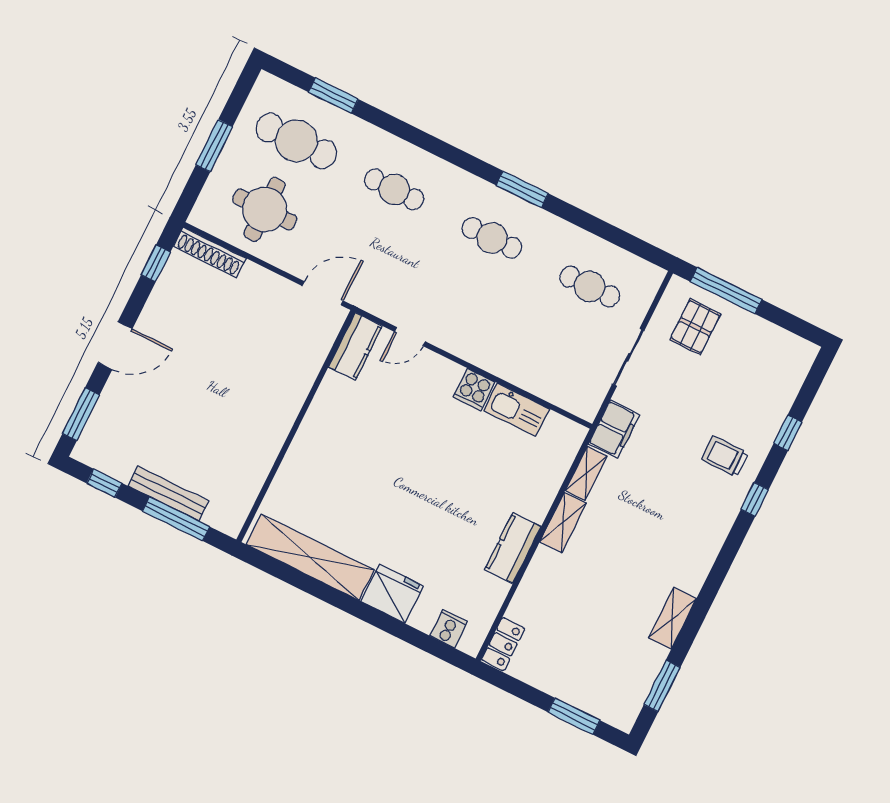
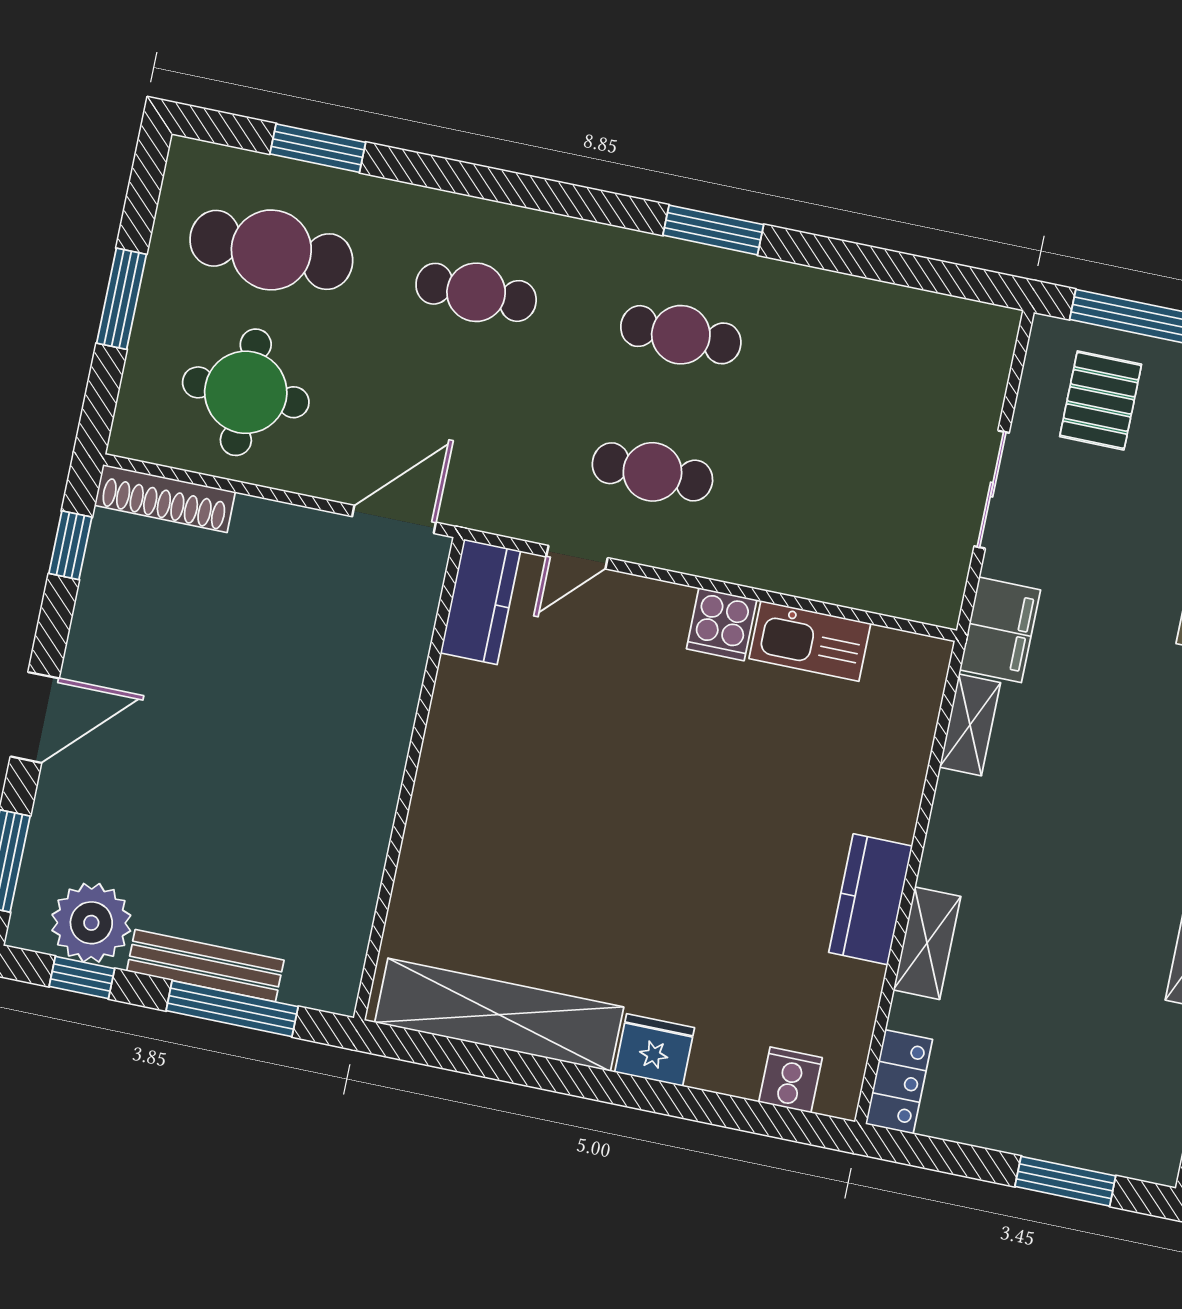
cafe table: (590, 286) -> (652, 472), moved
plant: (116, 457) -> (91, 923), added
shelving: (563, 523) -> (927, 943), moved
fridge: (392, 594) -> (655, 1050), width x0.73, depth x0.75

